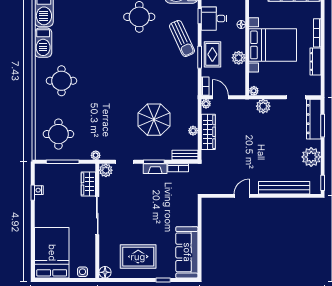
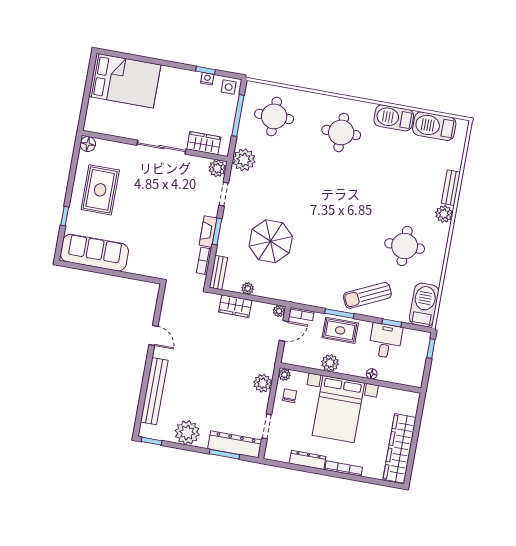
chair: (269, 84) -> (290, 396), added
wardrobe: (208, 132) -> (235, 306), width x0.67
plant: (96, 155) -> (244, 160), width x1.88, depth x1.88
side table: (82, 272) -> (229, 87), moved

